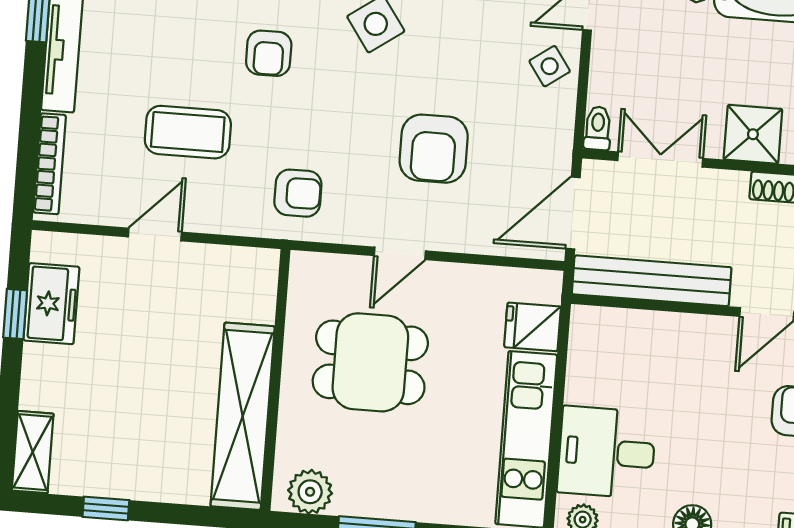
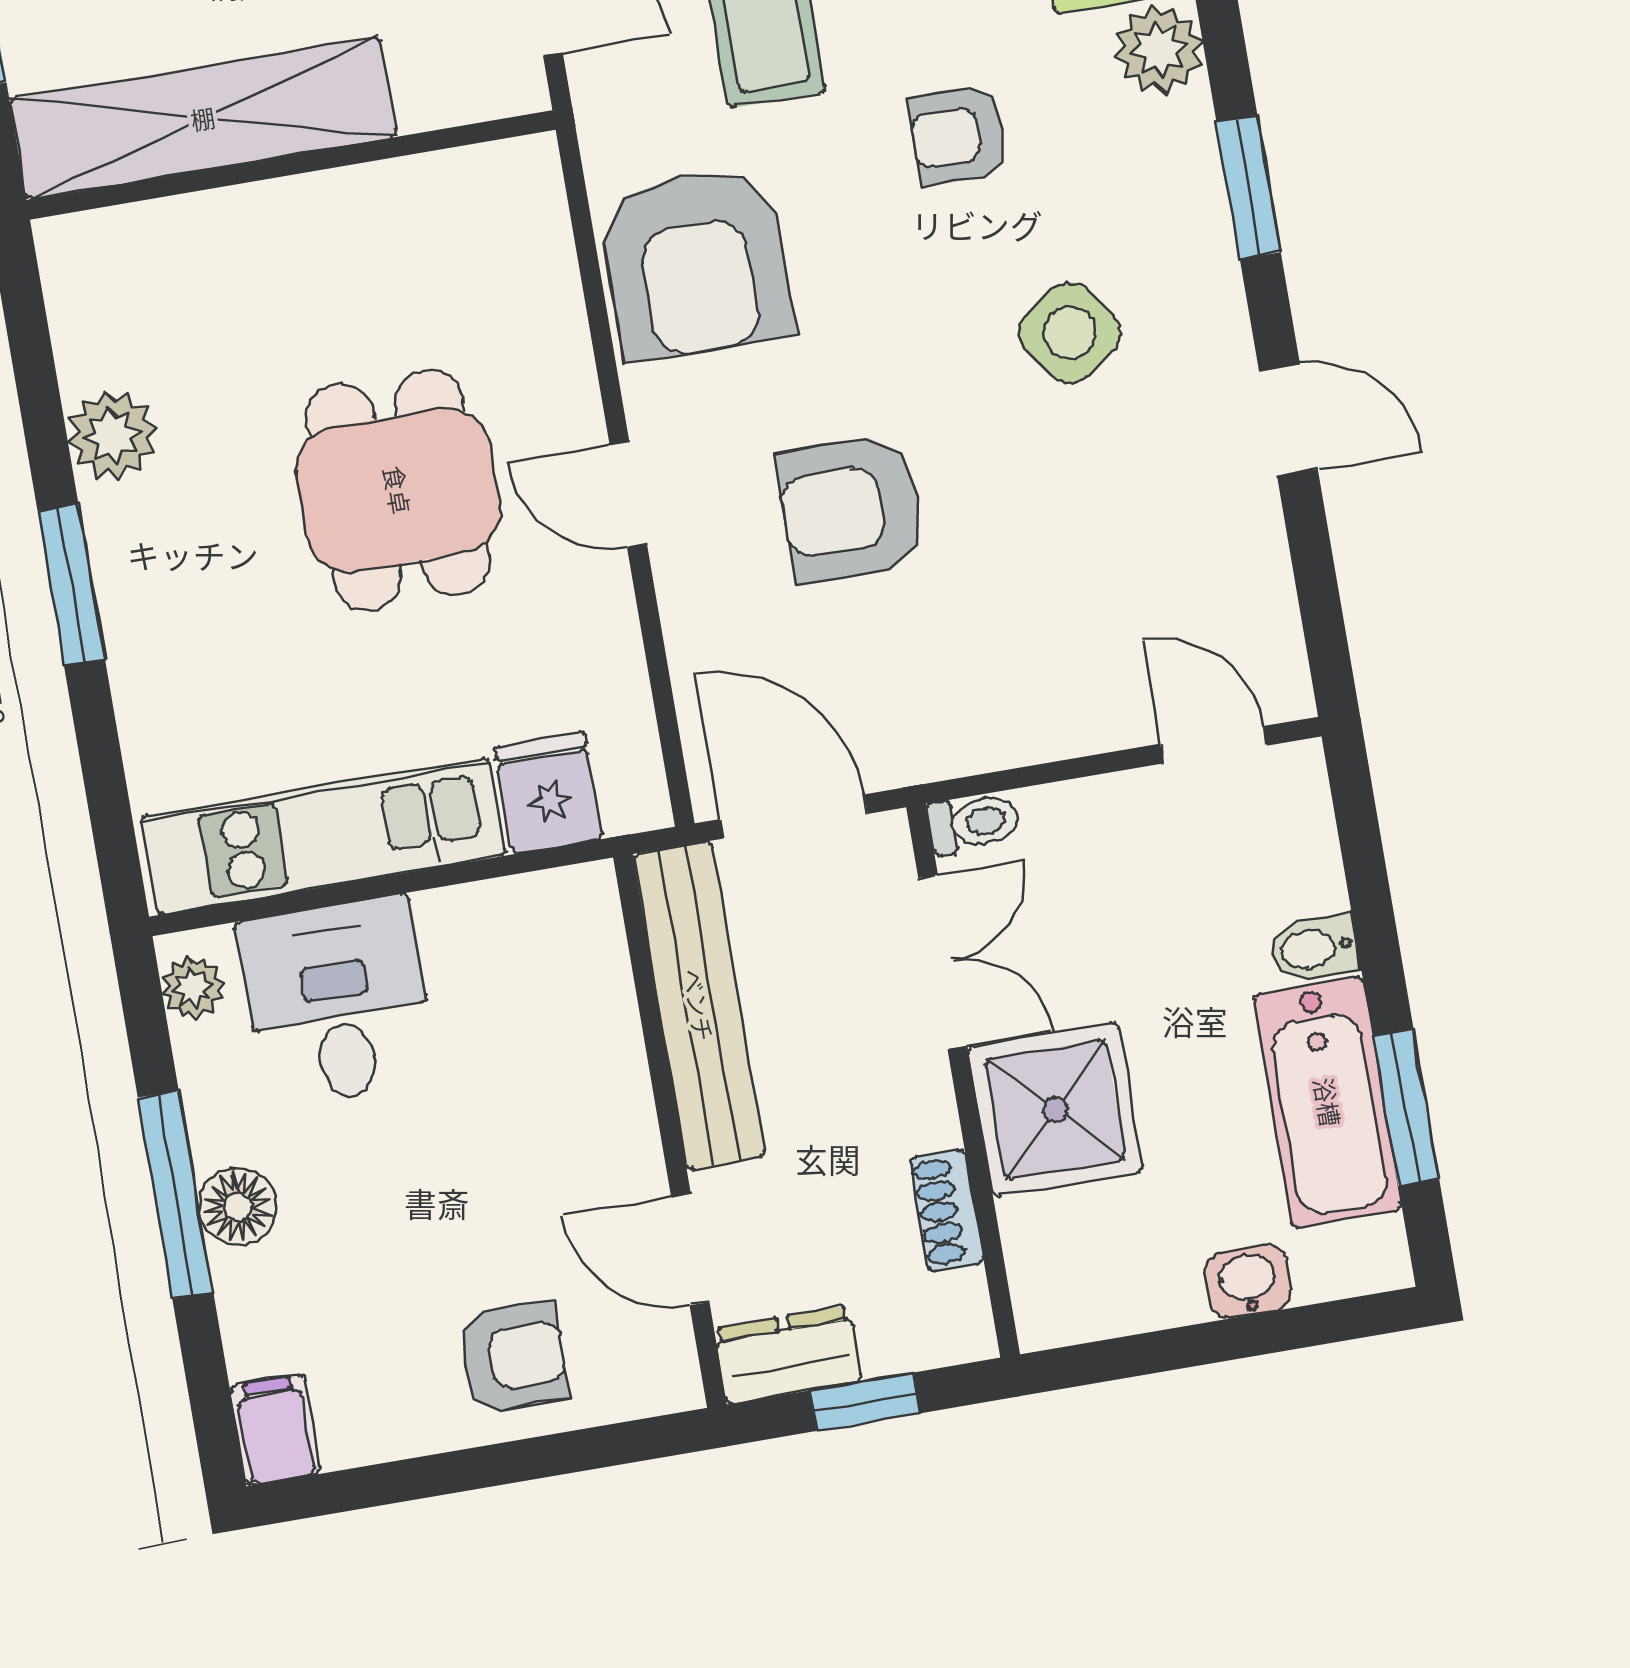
side table: (550, 66) -> (1072, 697), removed
shower: (753, 134) -> (1055, 1109), width x1.36, depth x1.36
armchair: (298, 193) -> (697, 263), width x1.88, depth x1.88
wall: (276, 380) -> (291, 165), moved
shelving: (243, 416) -> (203, 118), moved

